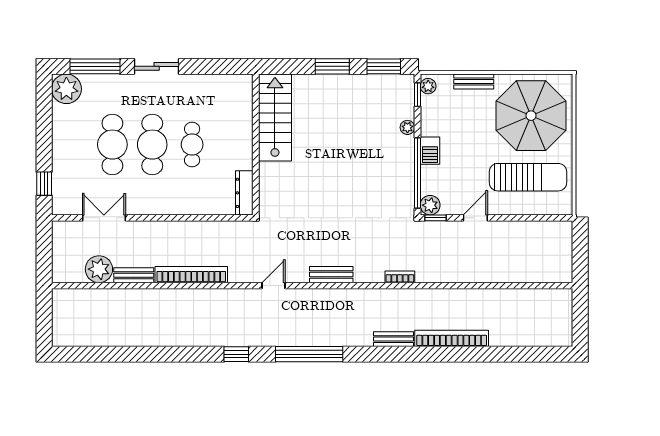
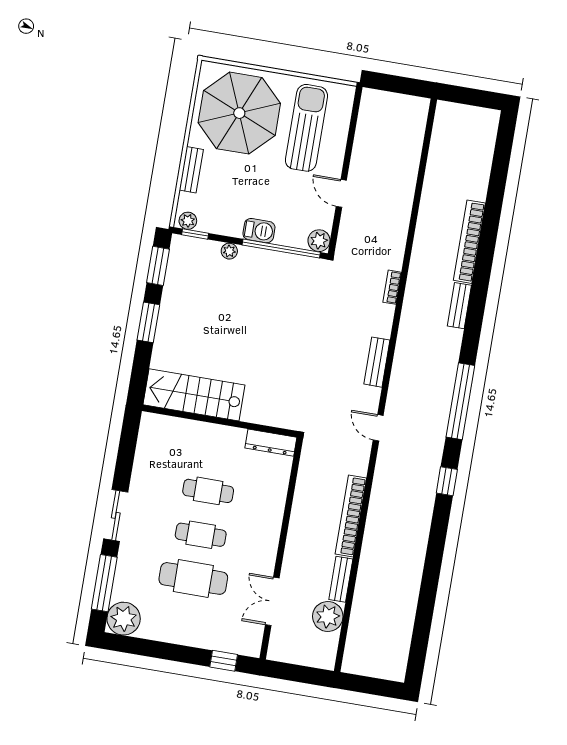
cafe table: (152, 145) -> (201, 535), width x0.73, depth x0.74
window: (436, 218) -> (334, 237), removed

